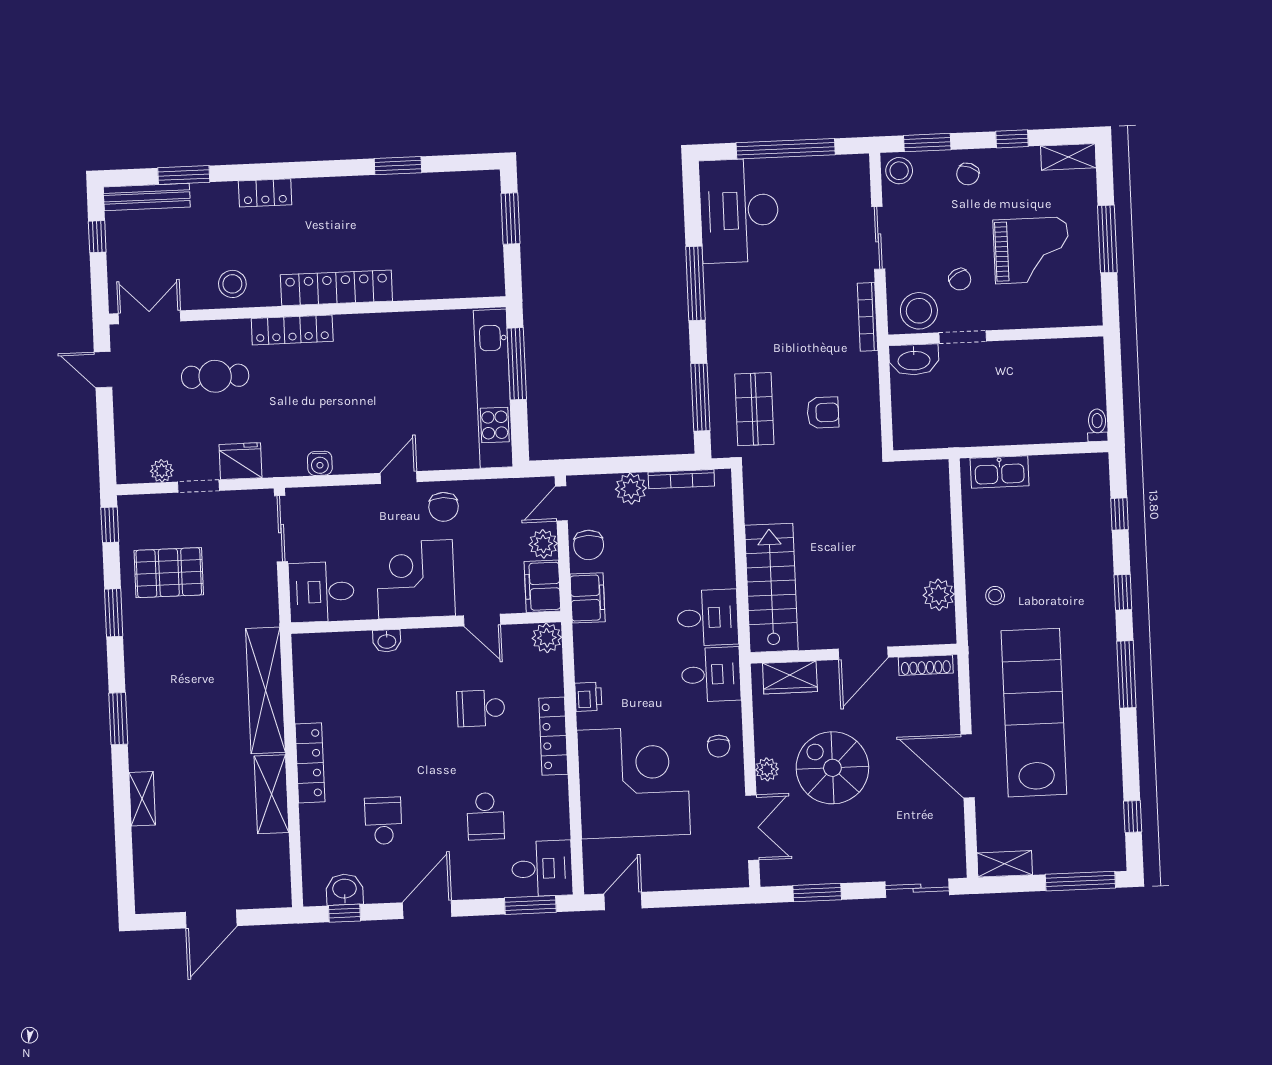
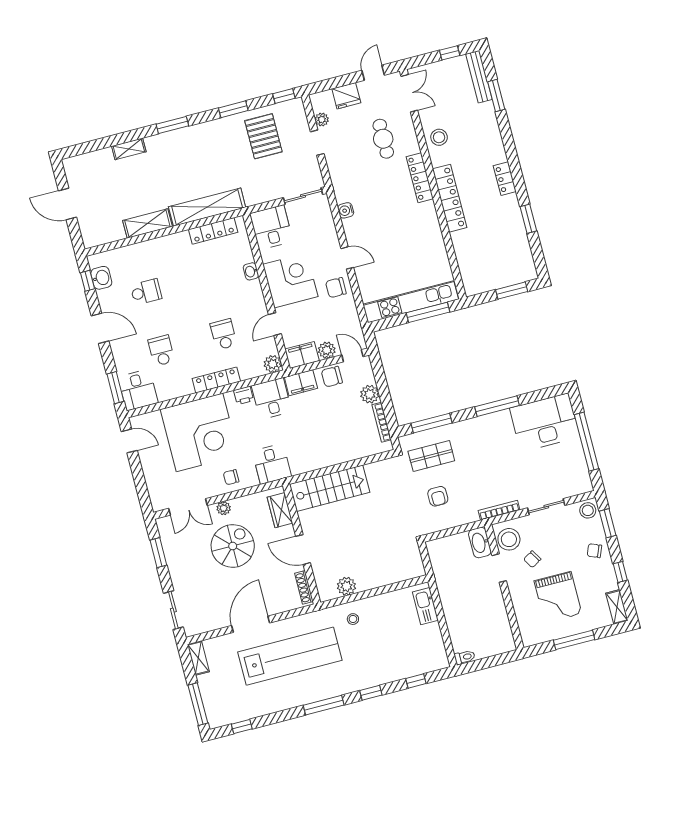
locker: (265, 193) -> (505, 179), moved
fridge: (240, 461) -> (346, 96), moved, turned 90
desk: (708, 618) -> (272, 399), moved, turned 180
locker: (310, 763) -> (213, 231), moved
school desk: (486, 816) -> (161, 351), turned 90

